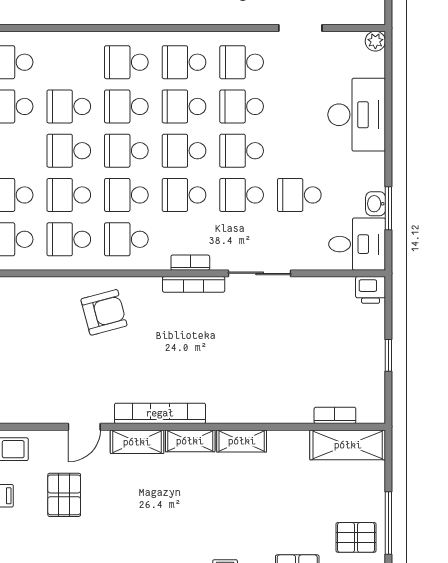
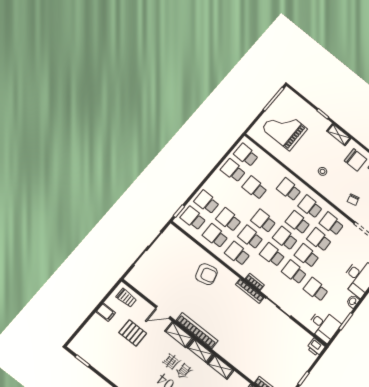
school desk: (126, 106) -> (276, 205), removed
school desk: (69, 151) -> (242, 204), removed
washbasin: (376, 204) -> (353, 301), moved
pallet: (64, 495) -> (133, 333), turned 90

